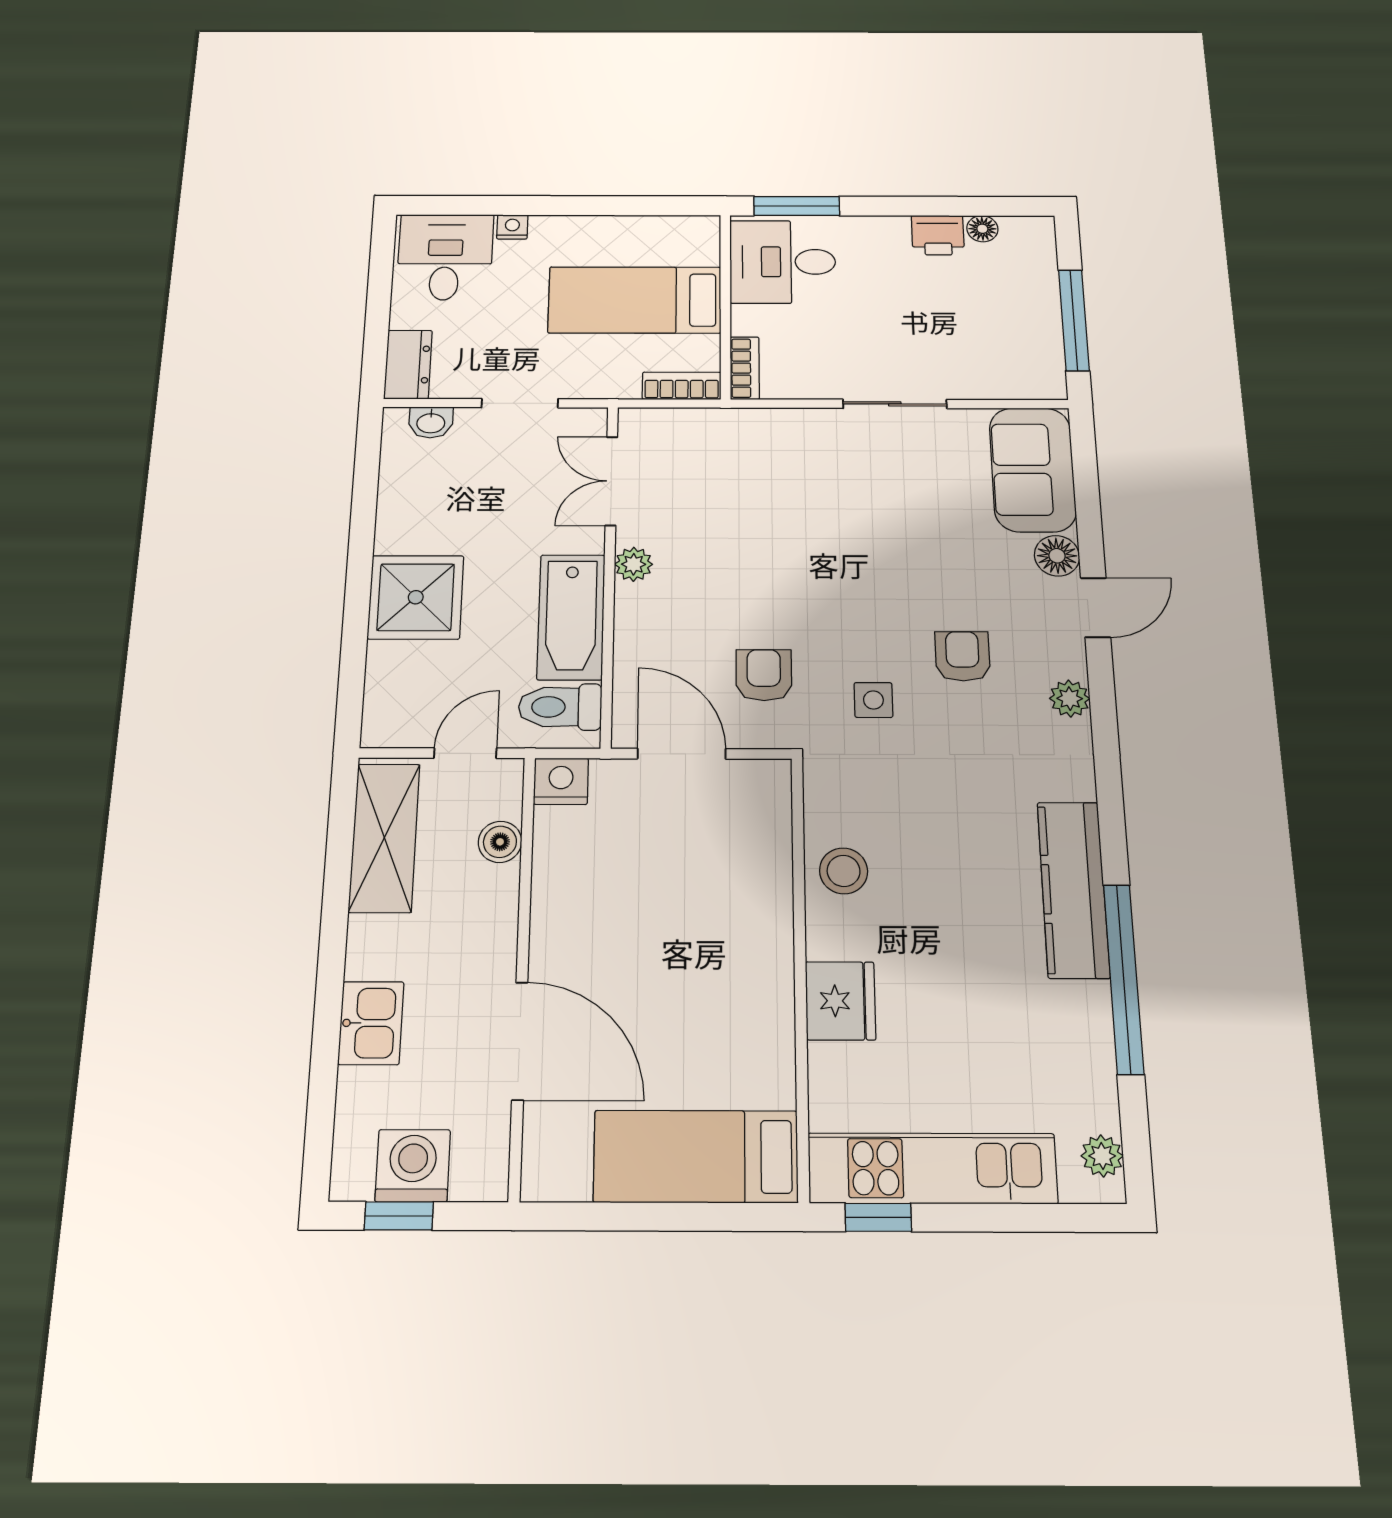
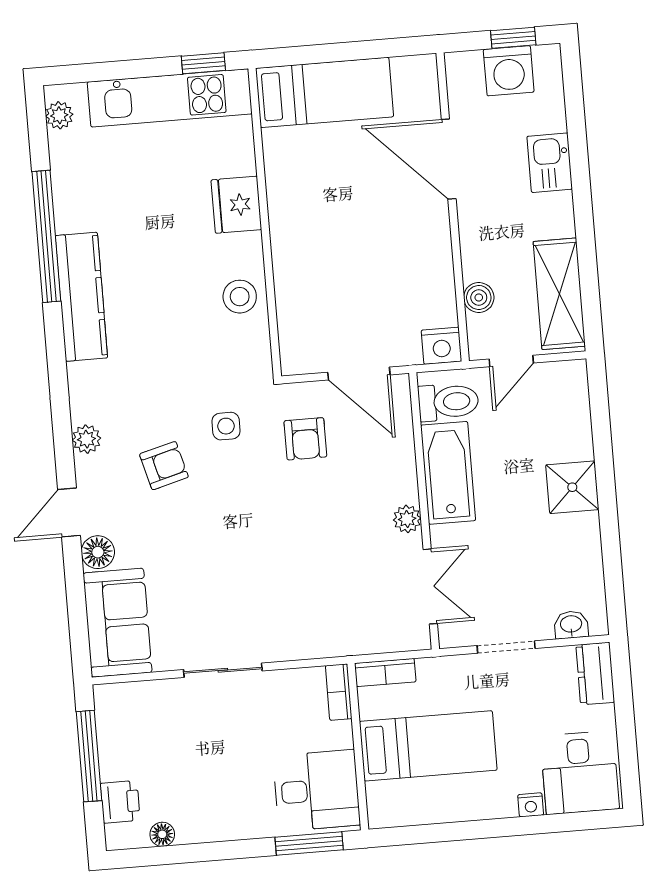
printer: (938, 235) -> (120, 802), moved, turned 90
shower: (416, 597) -> (572, 487), width x0.73, depth x0.73
armchair: (962, 656) -> (164, 466), turned -105

